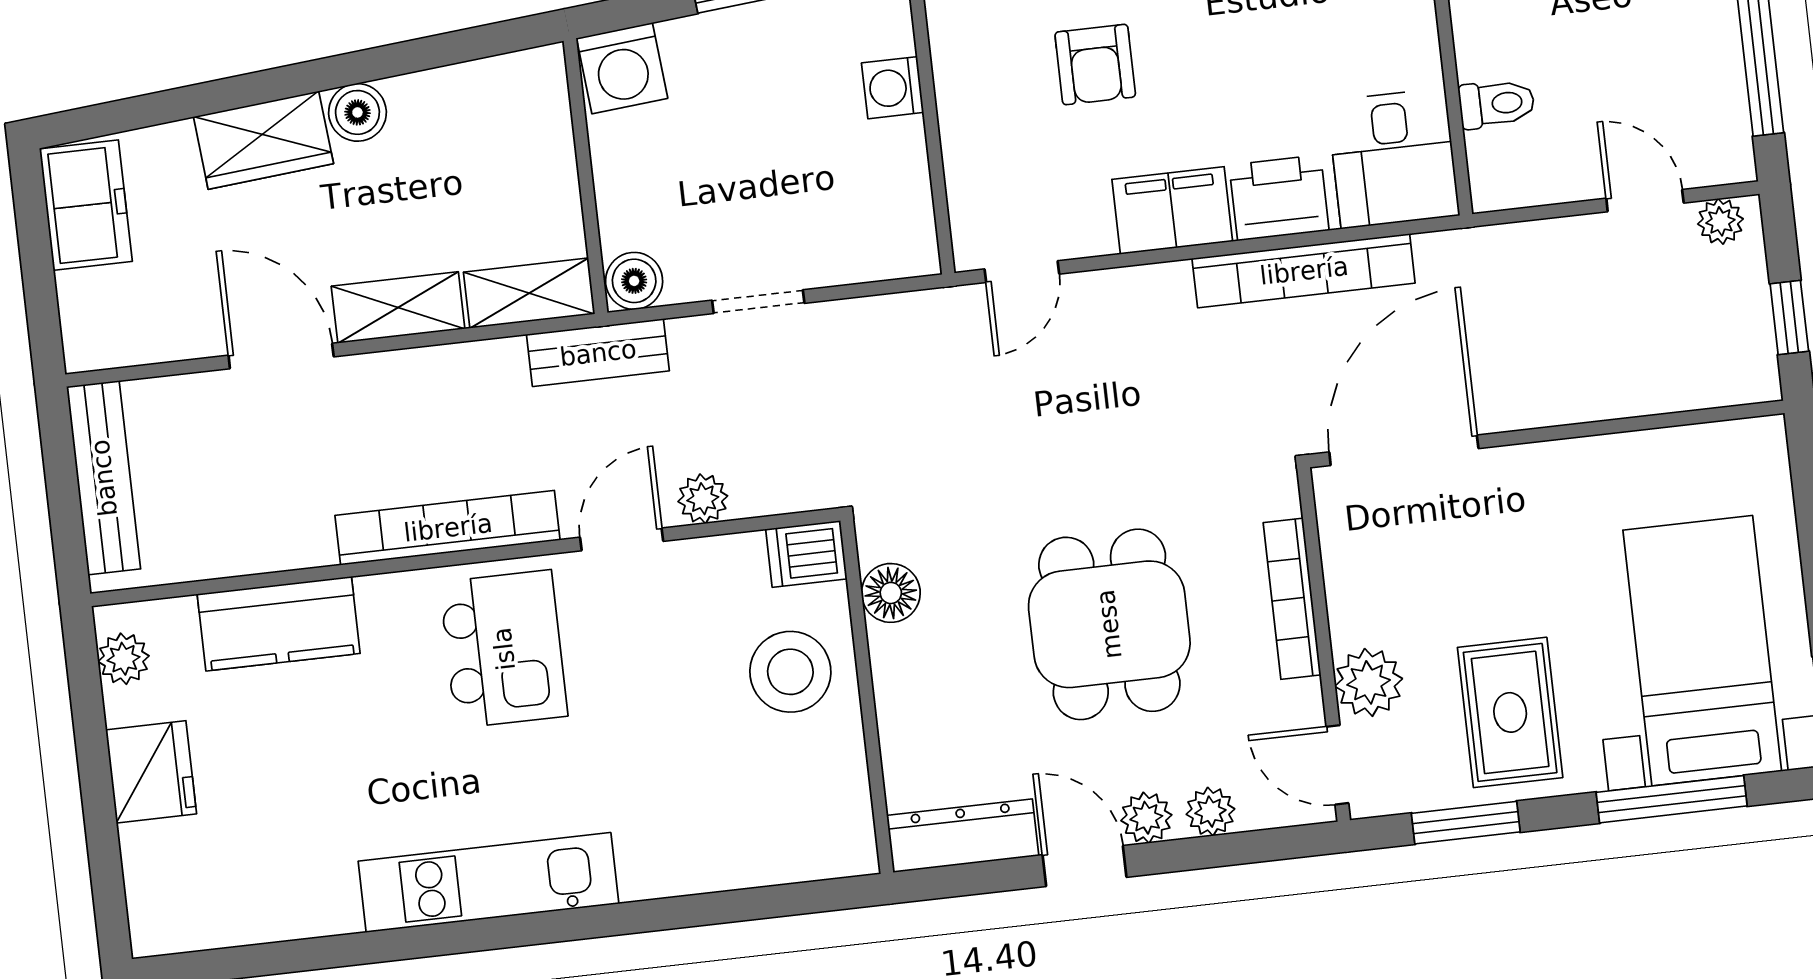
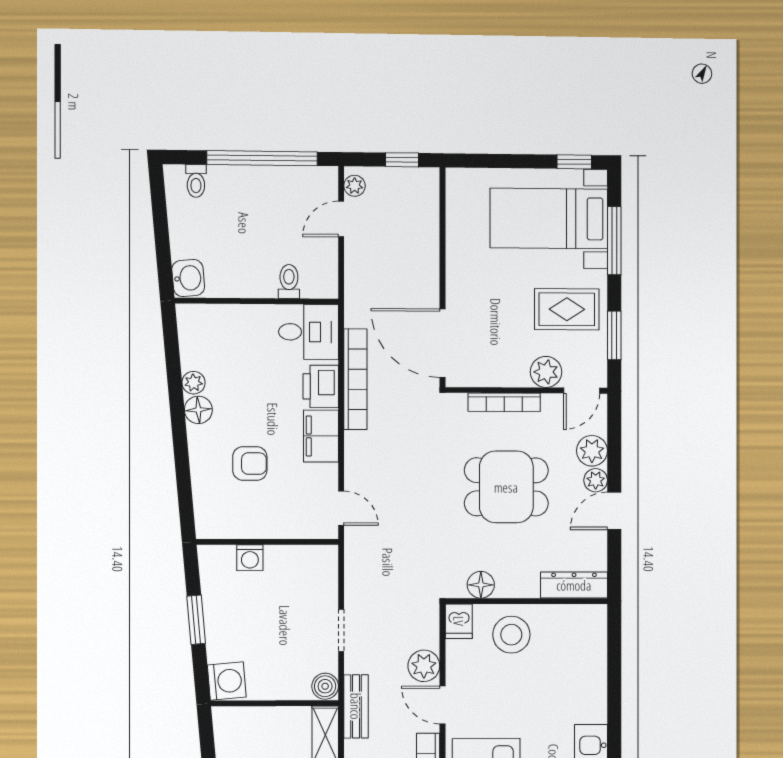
plant: (703, 499) -> (424, 666), width x1.38, depth x1.38
plant: (1210, 812) -> (592, 451), width x1.38, depth x1.38
dresser: (963, 836) -> (574, 585), moved, turned 90

